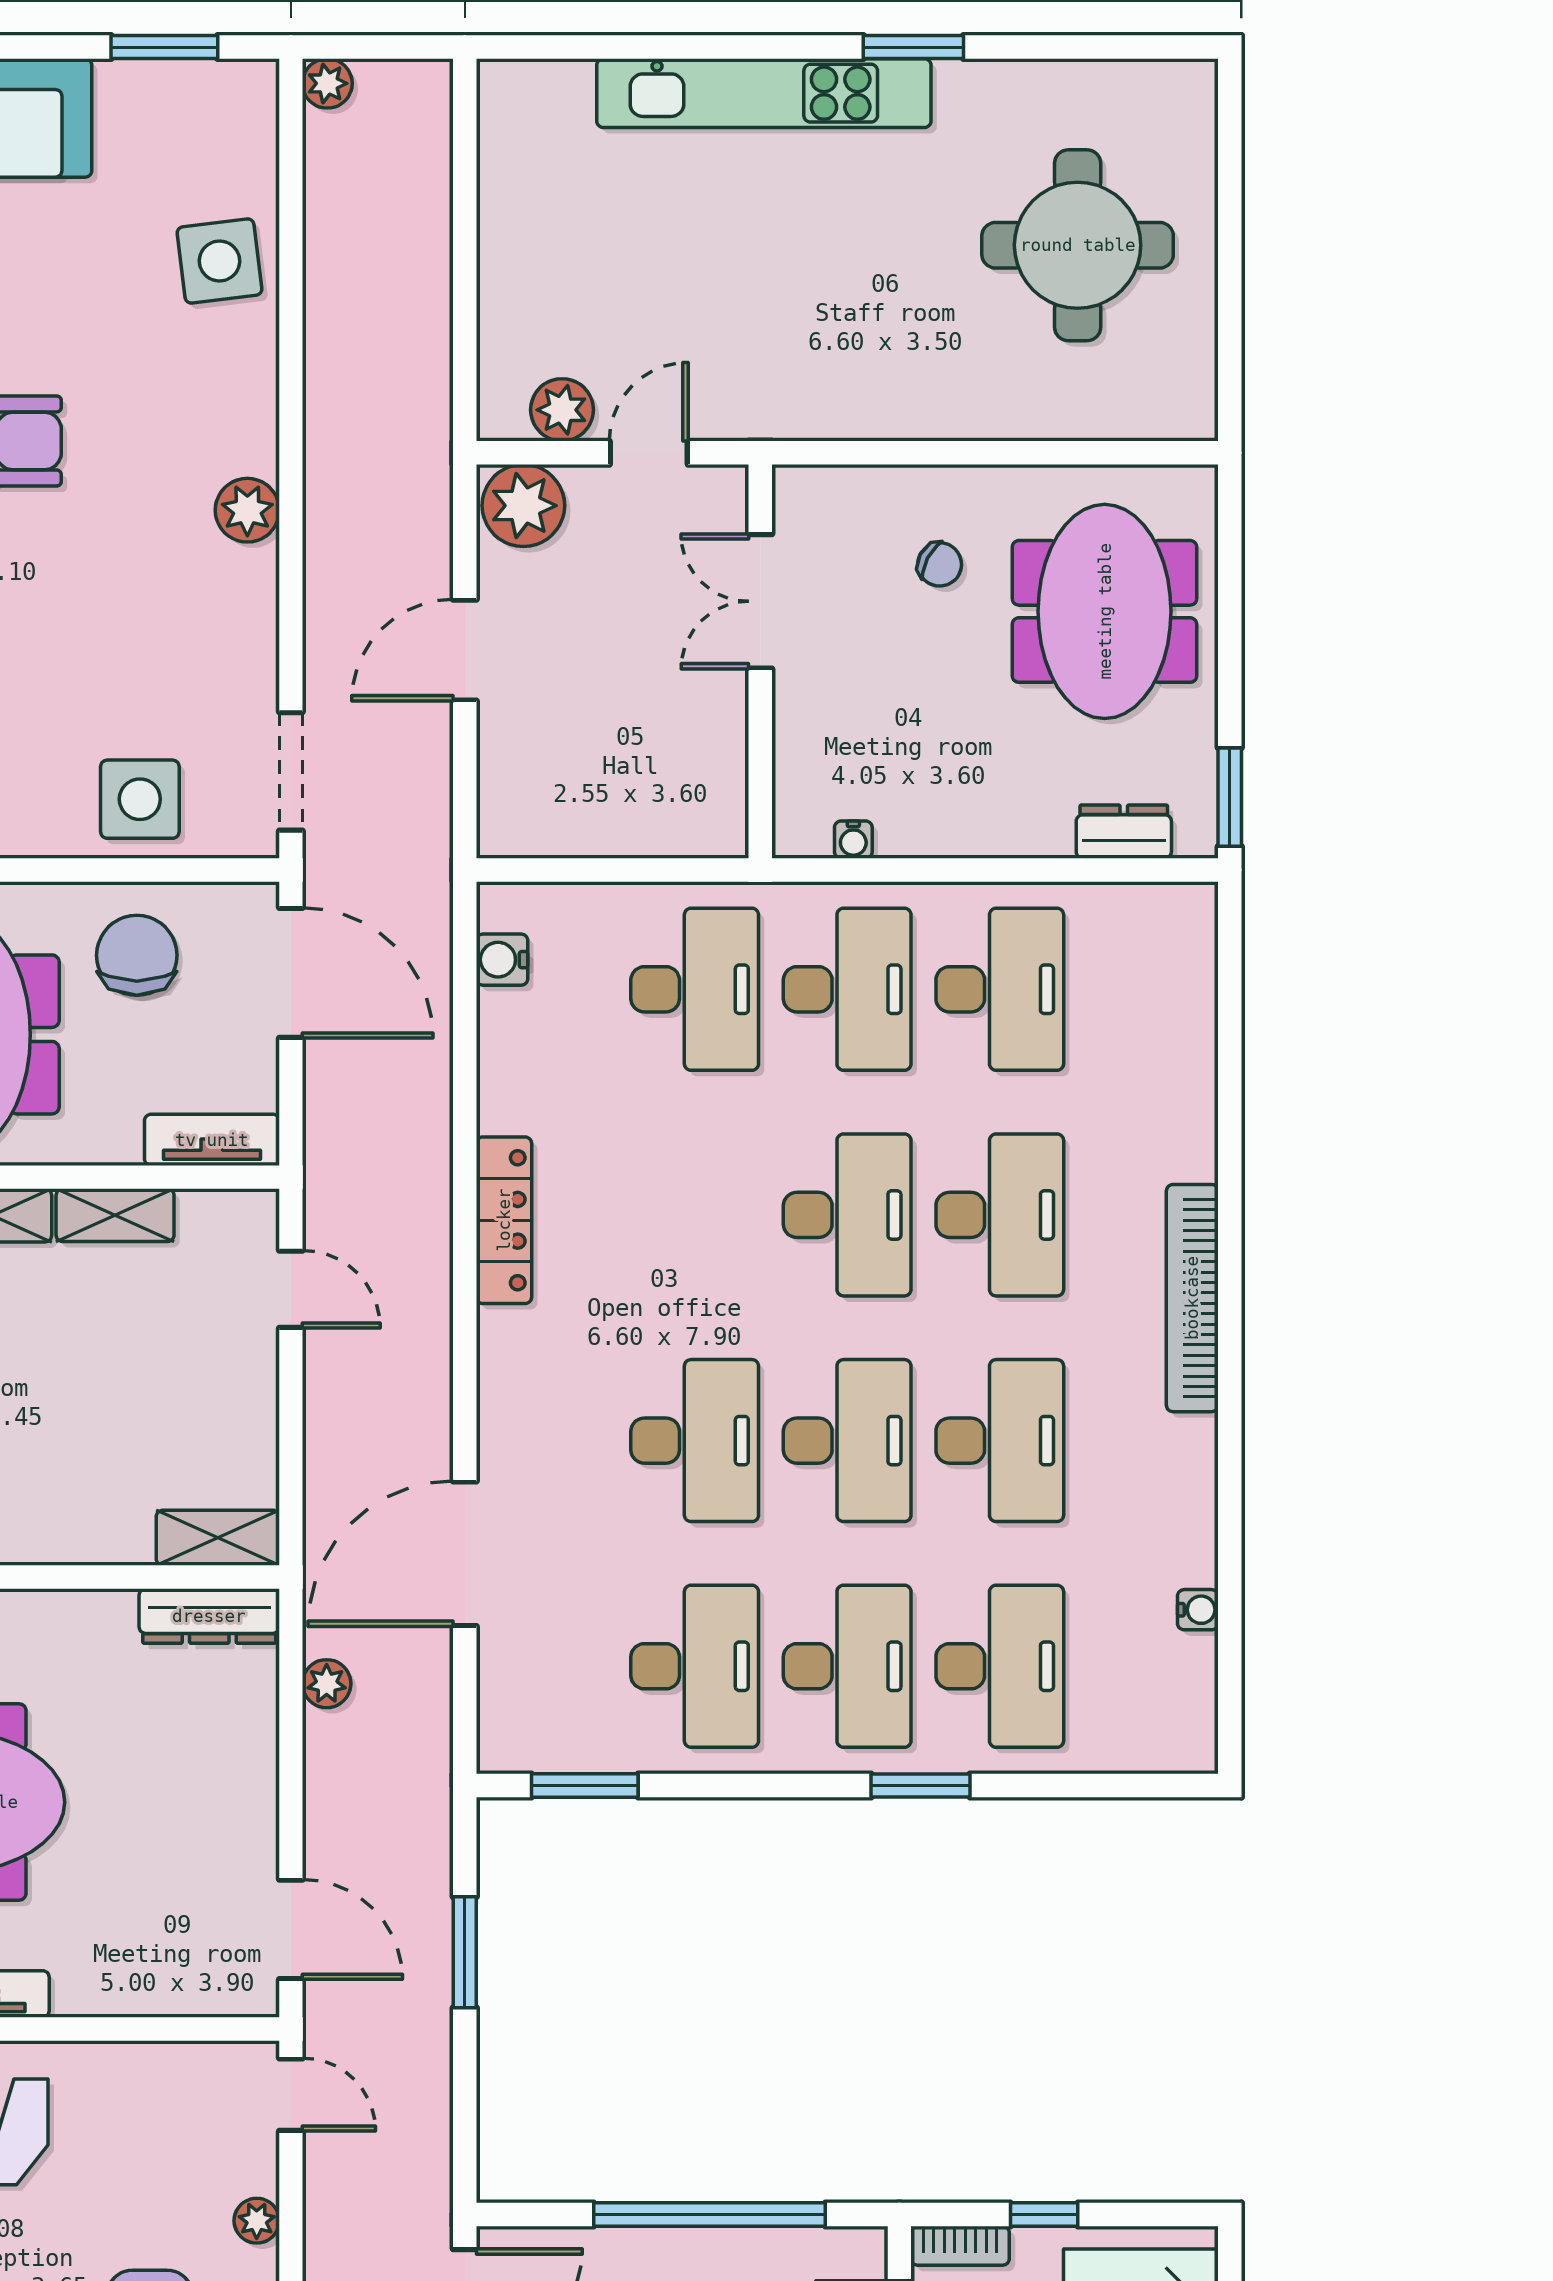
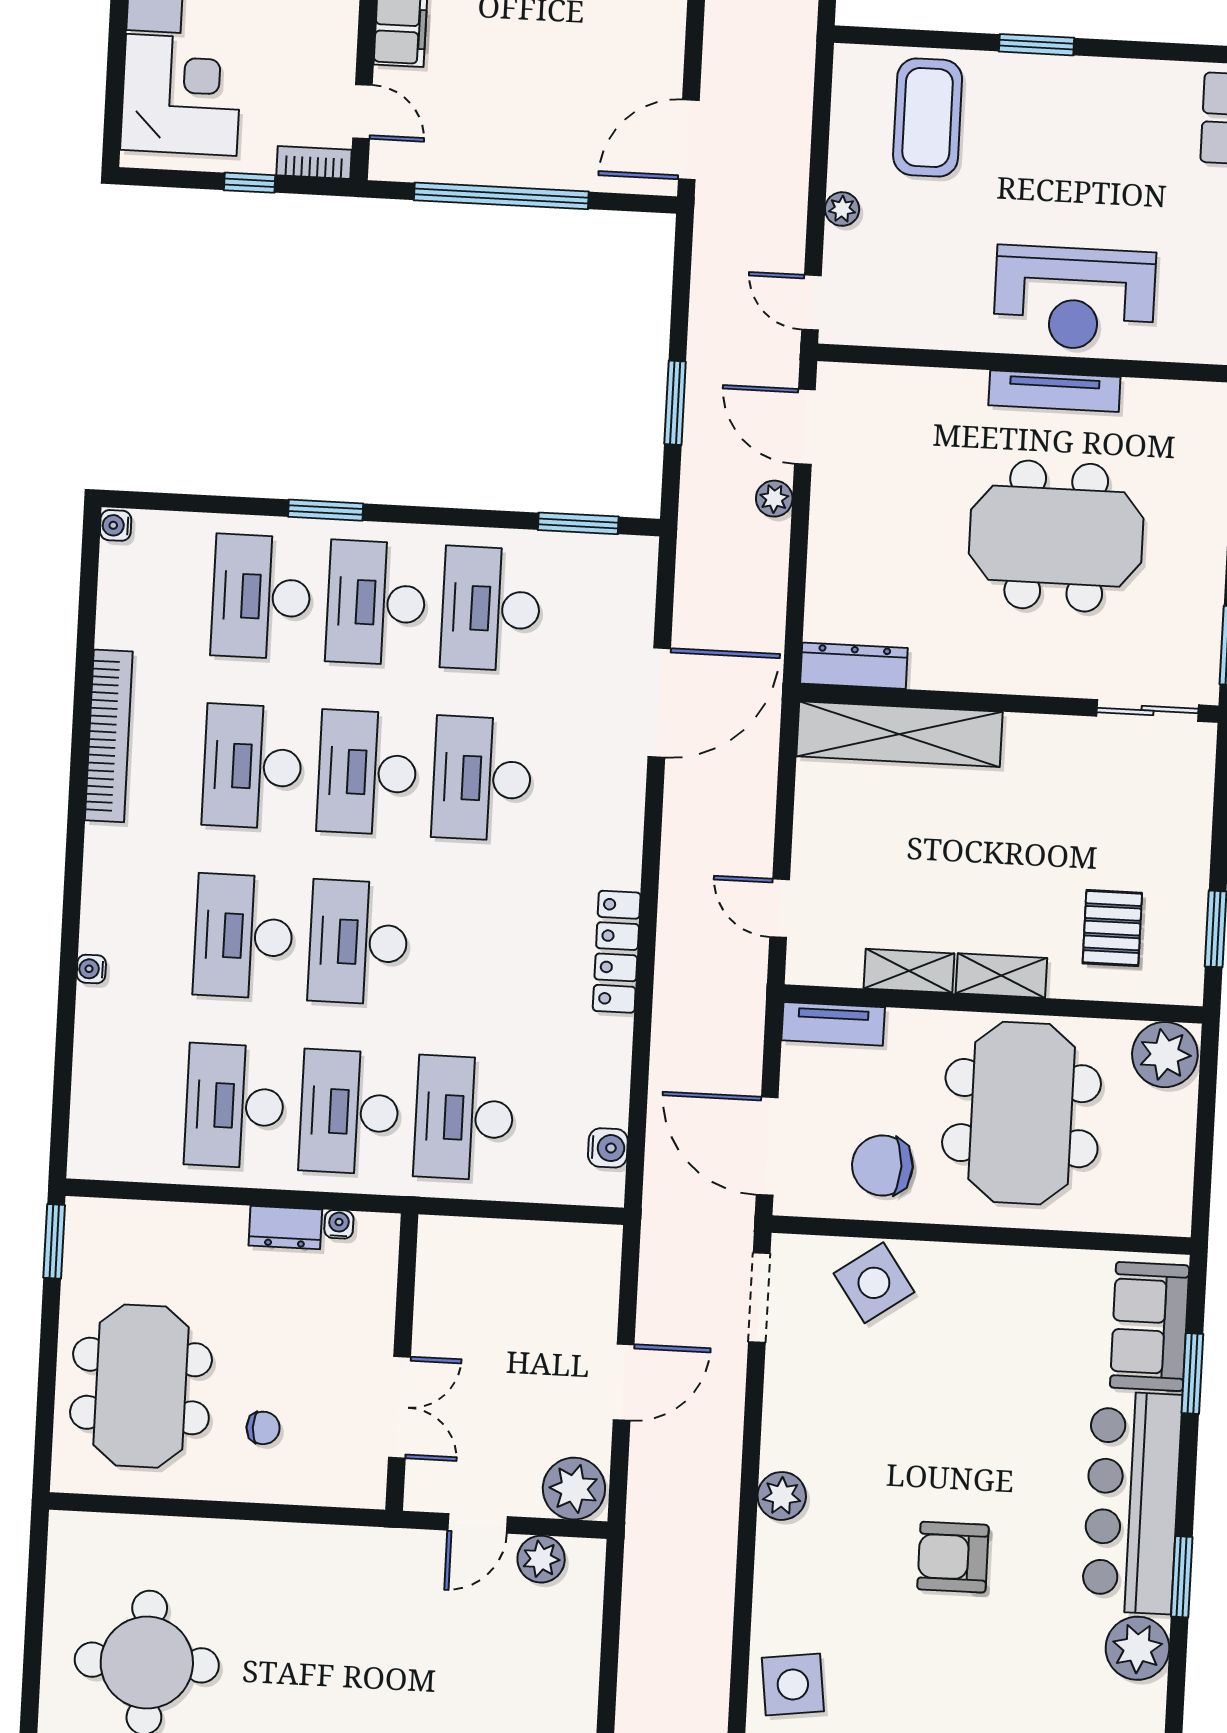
chair: (940, 564) -> (263, 1428), turned 152
side table: (140, 799) -> (874, 1283), turned -35
dresser: (1124, 832) -> (285, 1227), moved
chair: (137, 955) -> (882, 1165), turned 90
water cooler: (1199, 1161) -> (91, 969), added
bookcase: (1192, 1298) -> (109, 736), moved
shelving: (218, 1538) -> (899, 734), width x2.20, depth x1.33
water cooler: (1198, 1610) -> (116, 525), moved
plant: (327, 1684) -> (774, 499), moved

